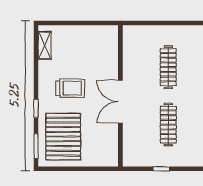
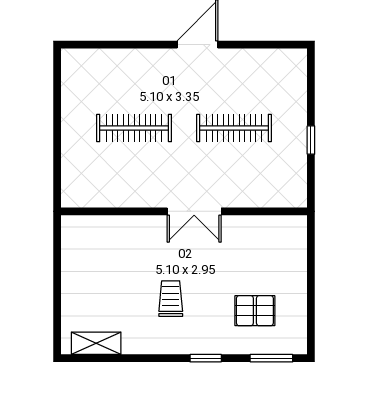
trolley: (70, 88) -> (171, 299), width x0.73, depth x0.72
double door: (120, 102) -> (194, 211), width x0.73
pallet: (63, 137) -> (255, 311), width x0.49, depth x0.50

